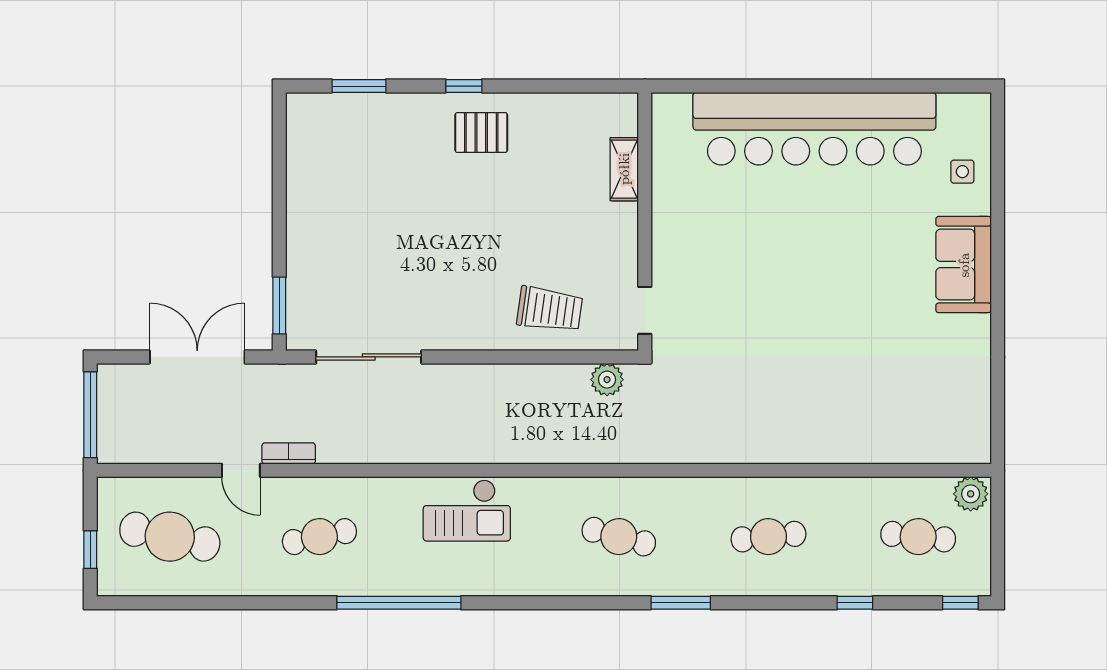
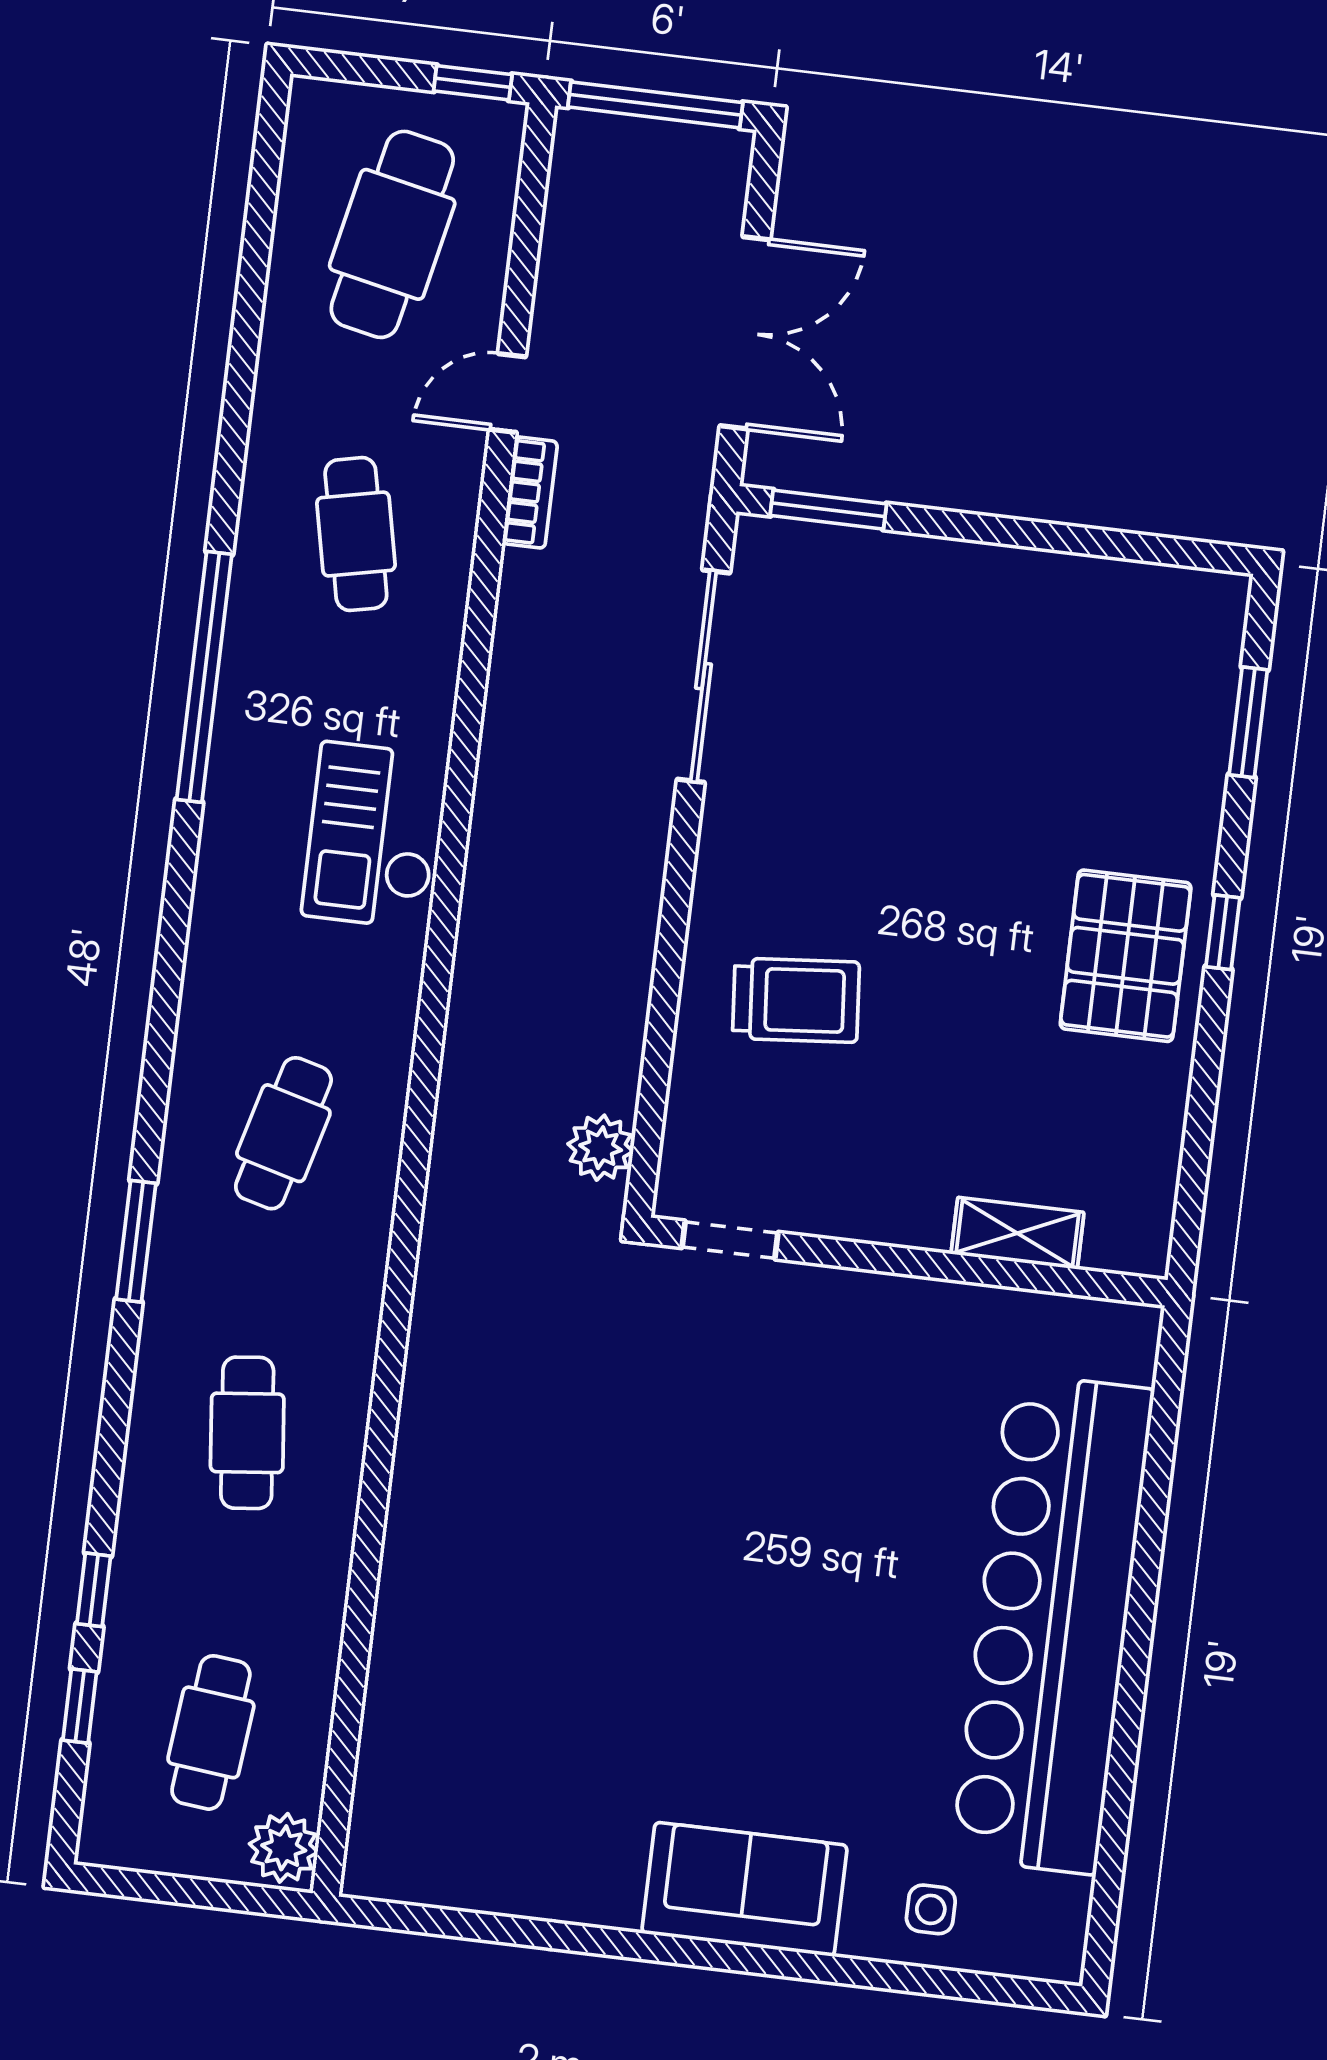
pallet: (481, 133) -> (1126, 956), width x1.50, depth x1.42
trolley: (550, 309) -> (796, 1000), moved, turned -103
window: (90, 550) -> (473, 83), moved
window: (960, 603) -> (80, 1706), moved

